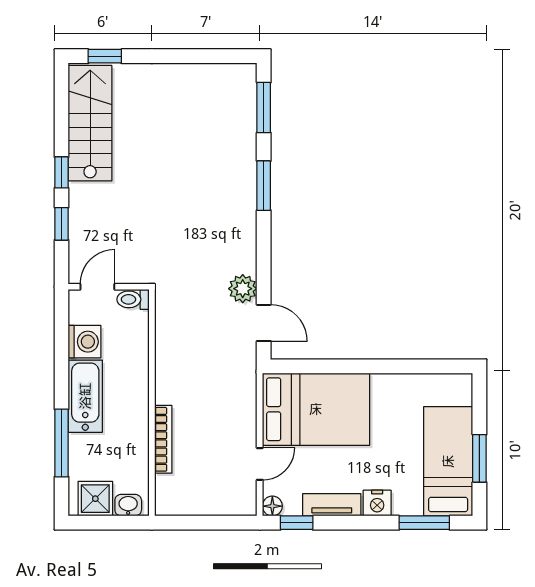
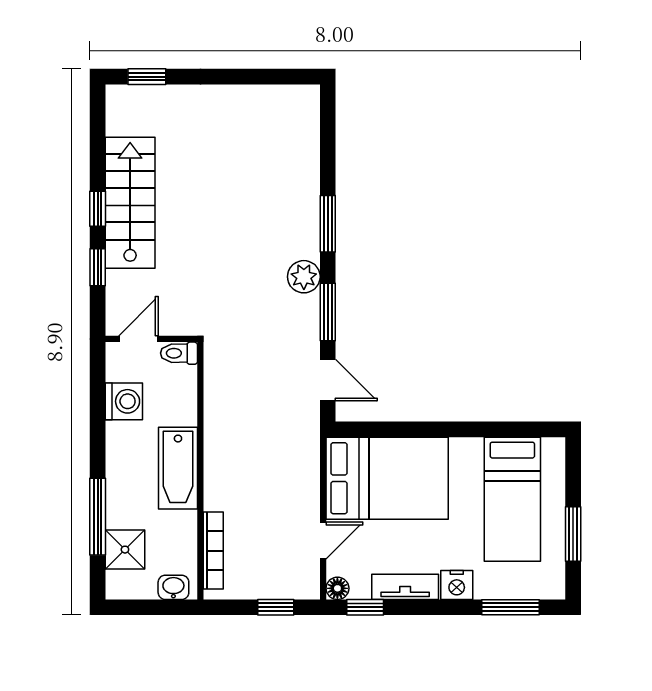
window: (264, 108) -> (328, 312), moved
stairs: (90, 123) -> (130, 203), moved
plant: (243, 289) -> (304, 277), moved
bathtub: (85, 396) -> (178, 468), moved, turned 180
bookcase: (163, 439) -> (213, 551), moved
bed: (448, 461) -> (512, 499), moved, turned 180
shower: (95, 499) -> (125, 550), moved
window: (218, 523) -> (276, 607), added

